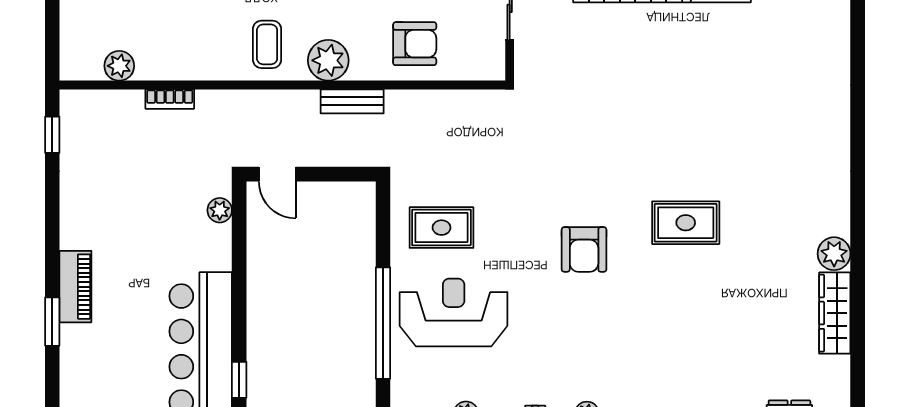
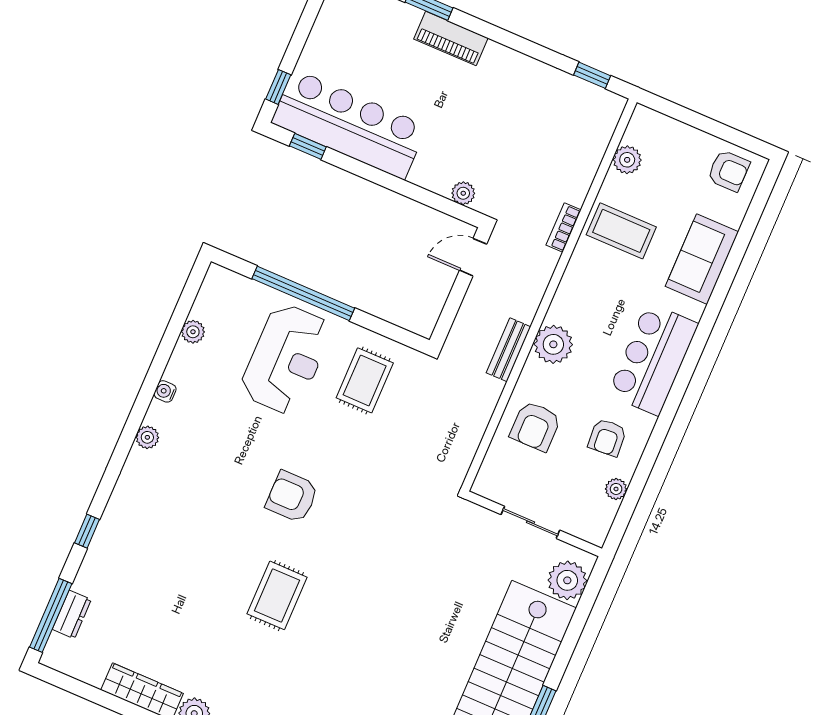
coffee table: (267, 44) -> (621, 231), moved, width x1.36, depth x1.30
bookcase: (170, 99) -> (564, 227), moved

